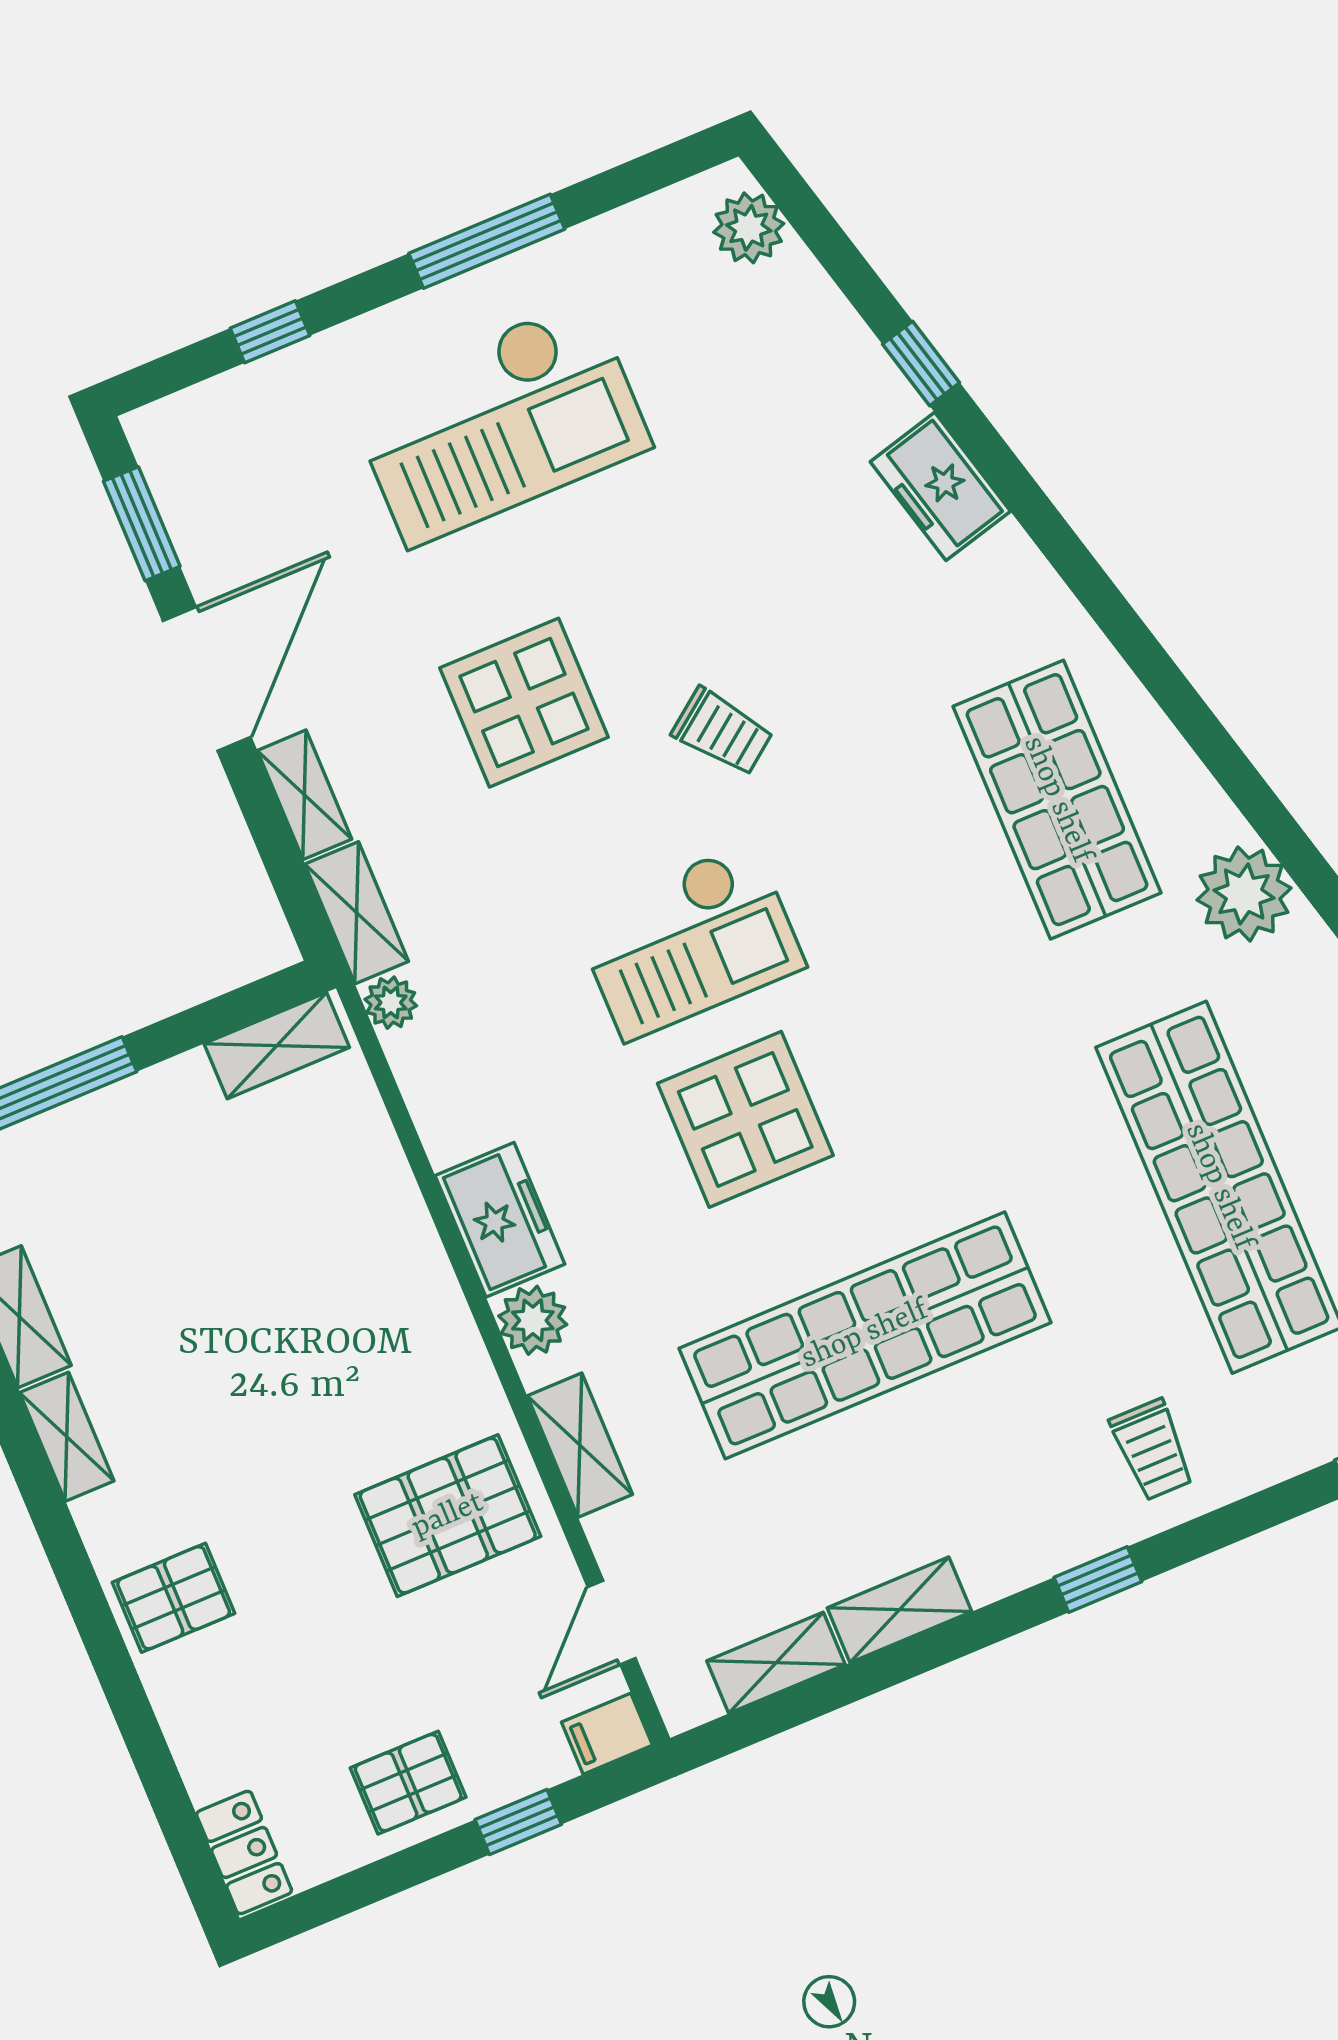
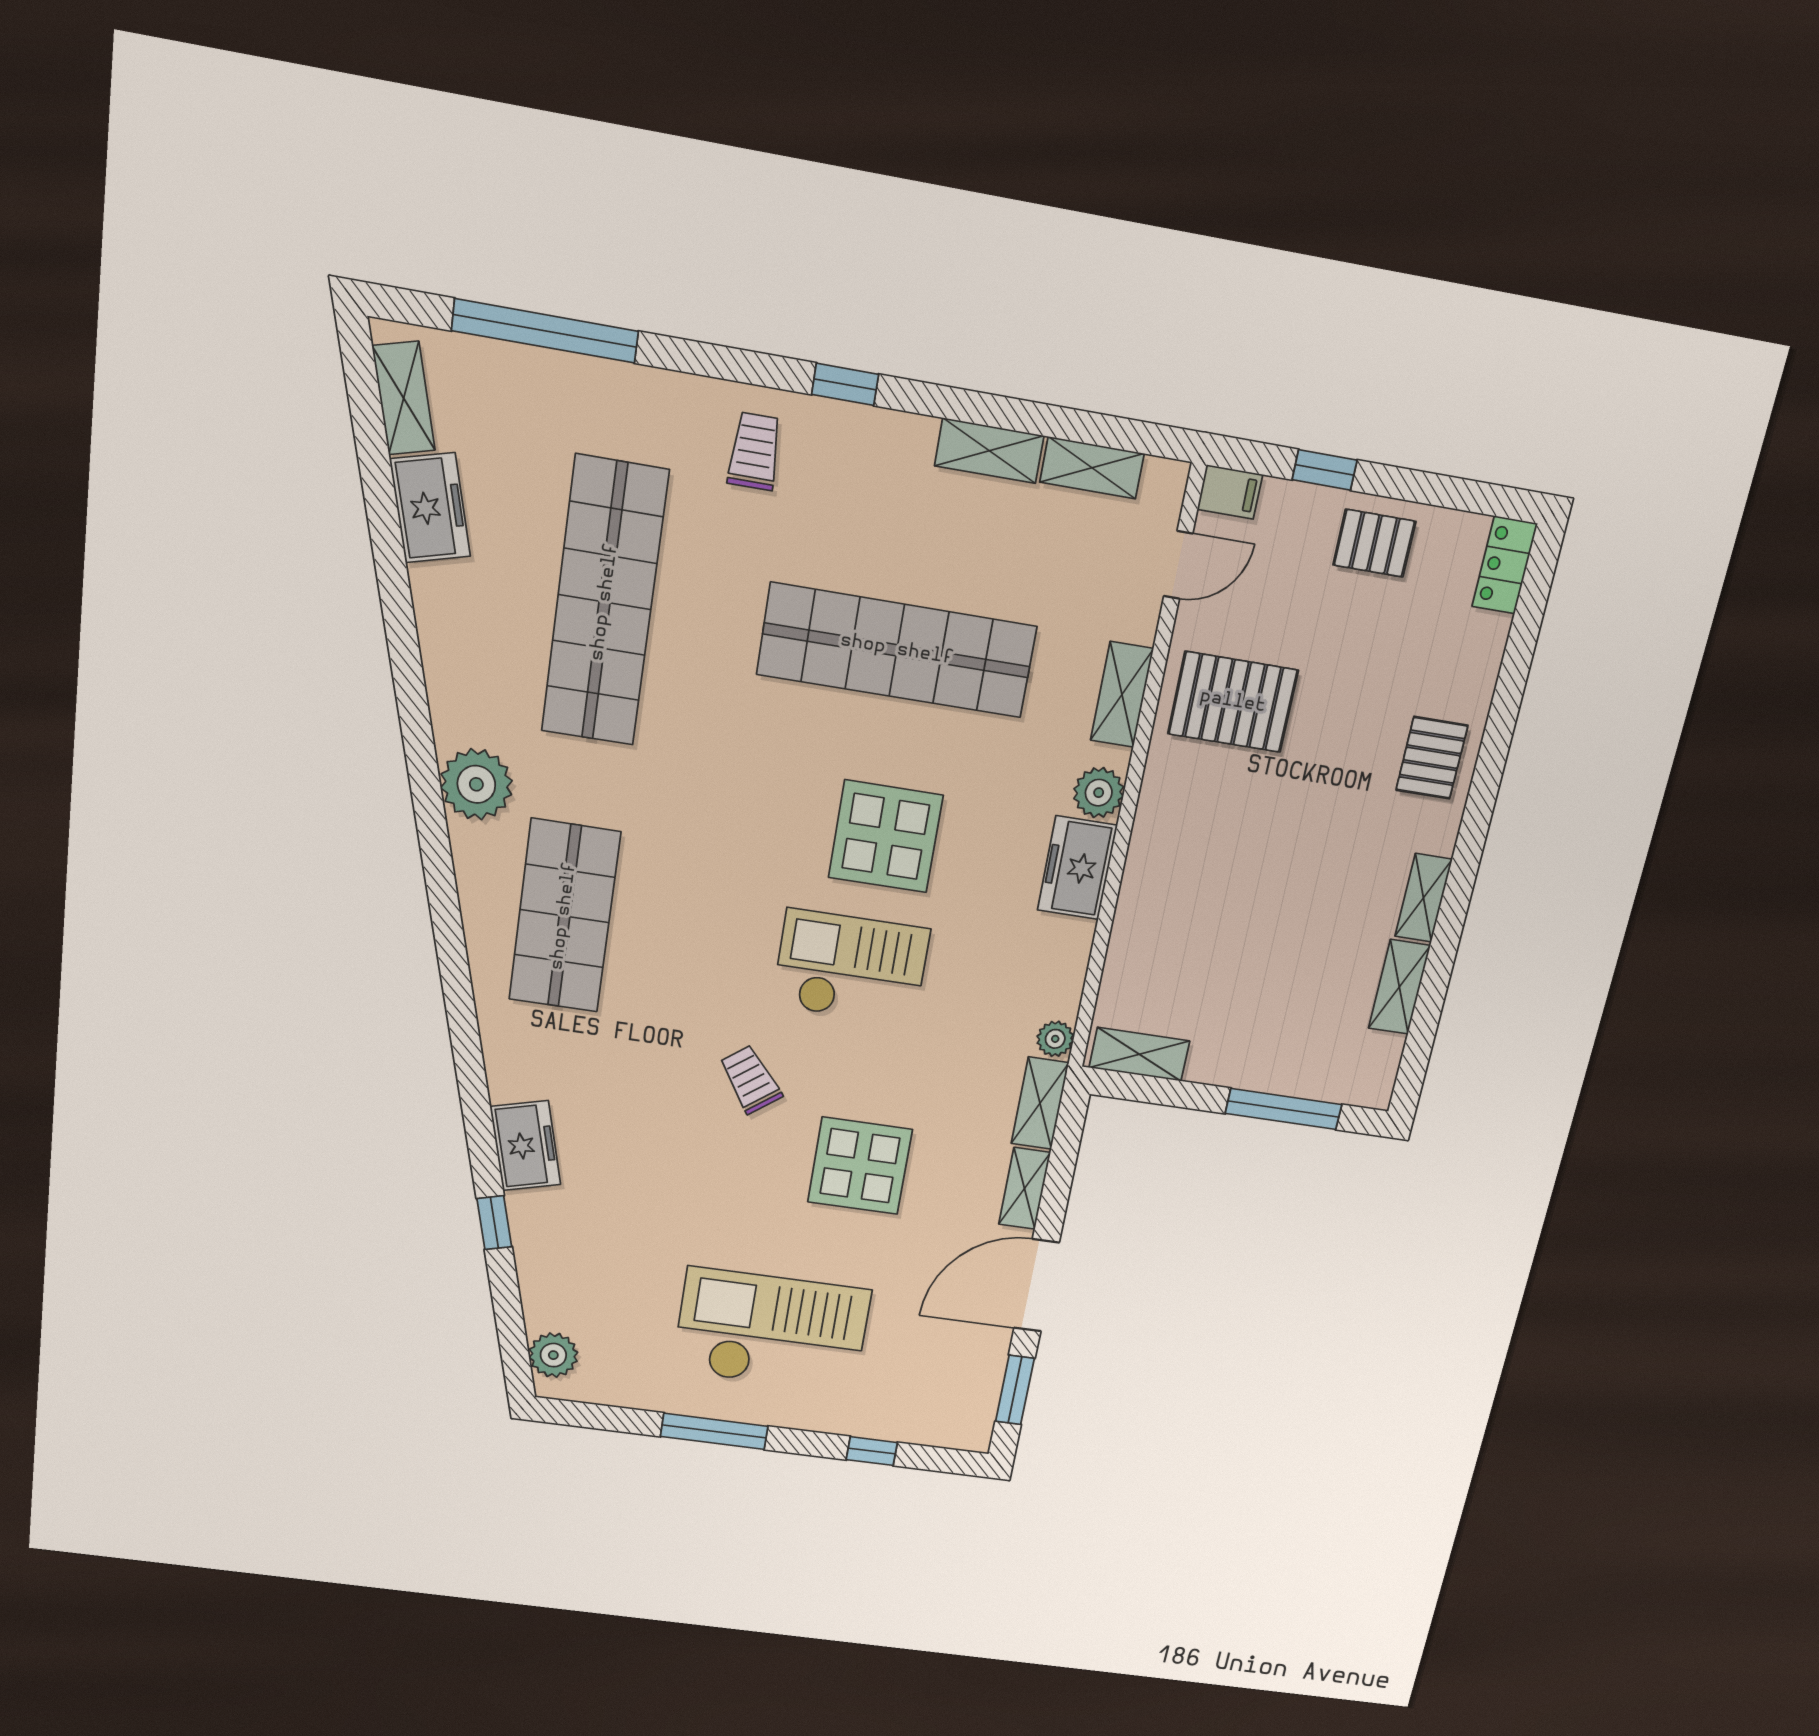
pallet: (174, 1598) -> (1432, 758), turned 90

